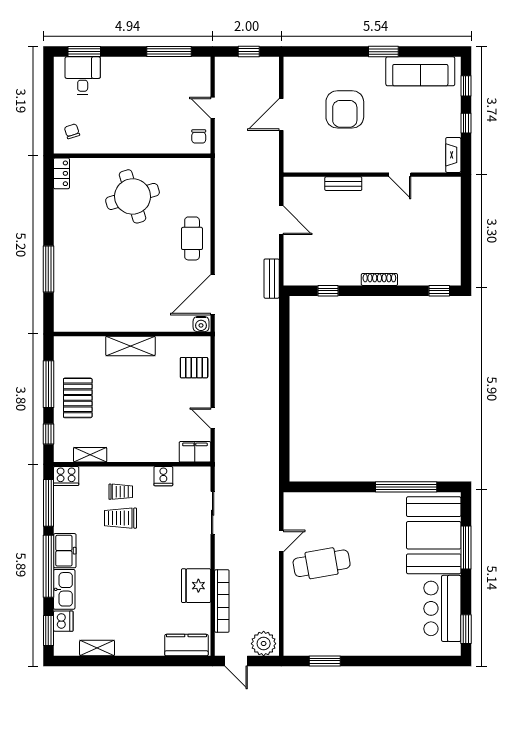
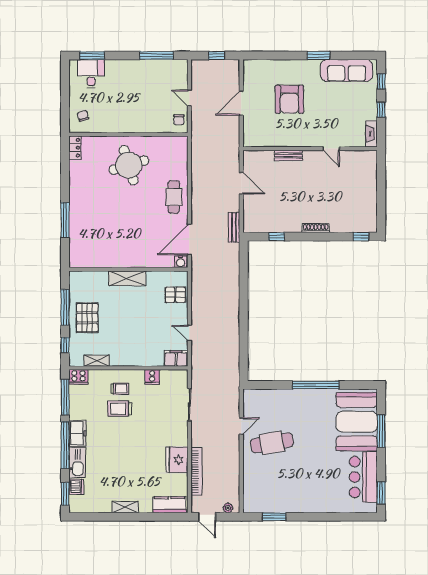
window: (406, 487) -> (316, 385), moved
plant: (264, 644) -> (228, 508), width x0.53, depth x0.53
shelving: (97, 648) -> (125, 507), moved

